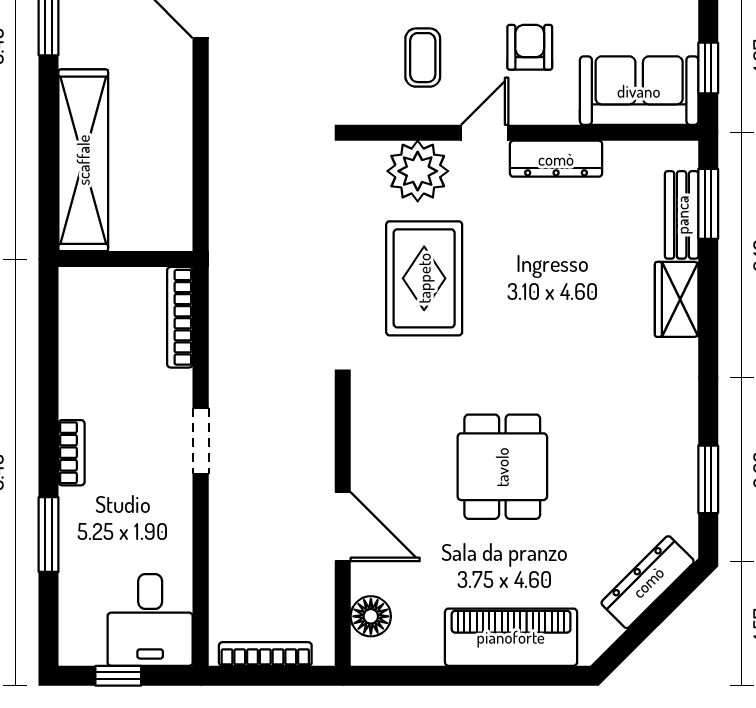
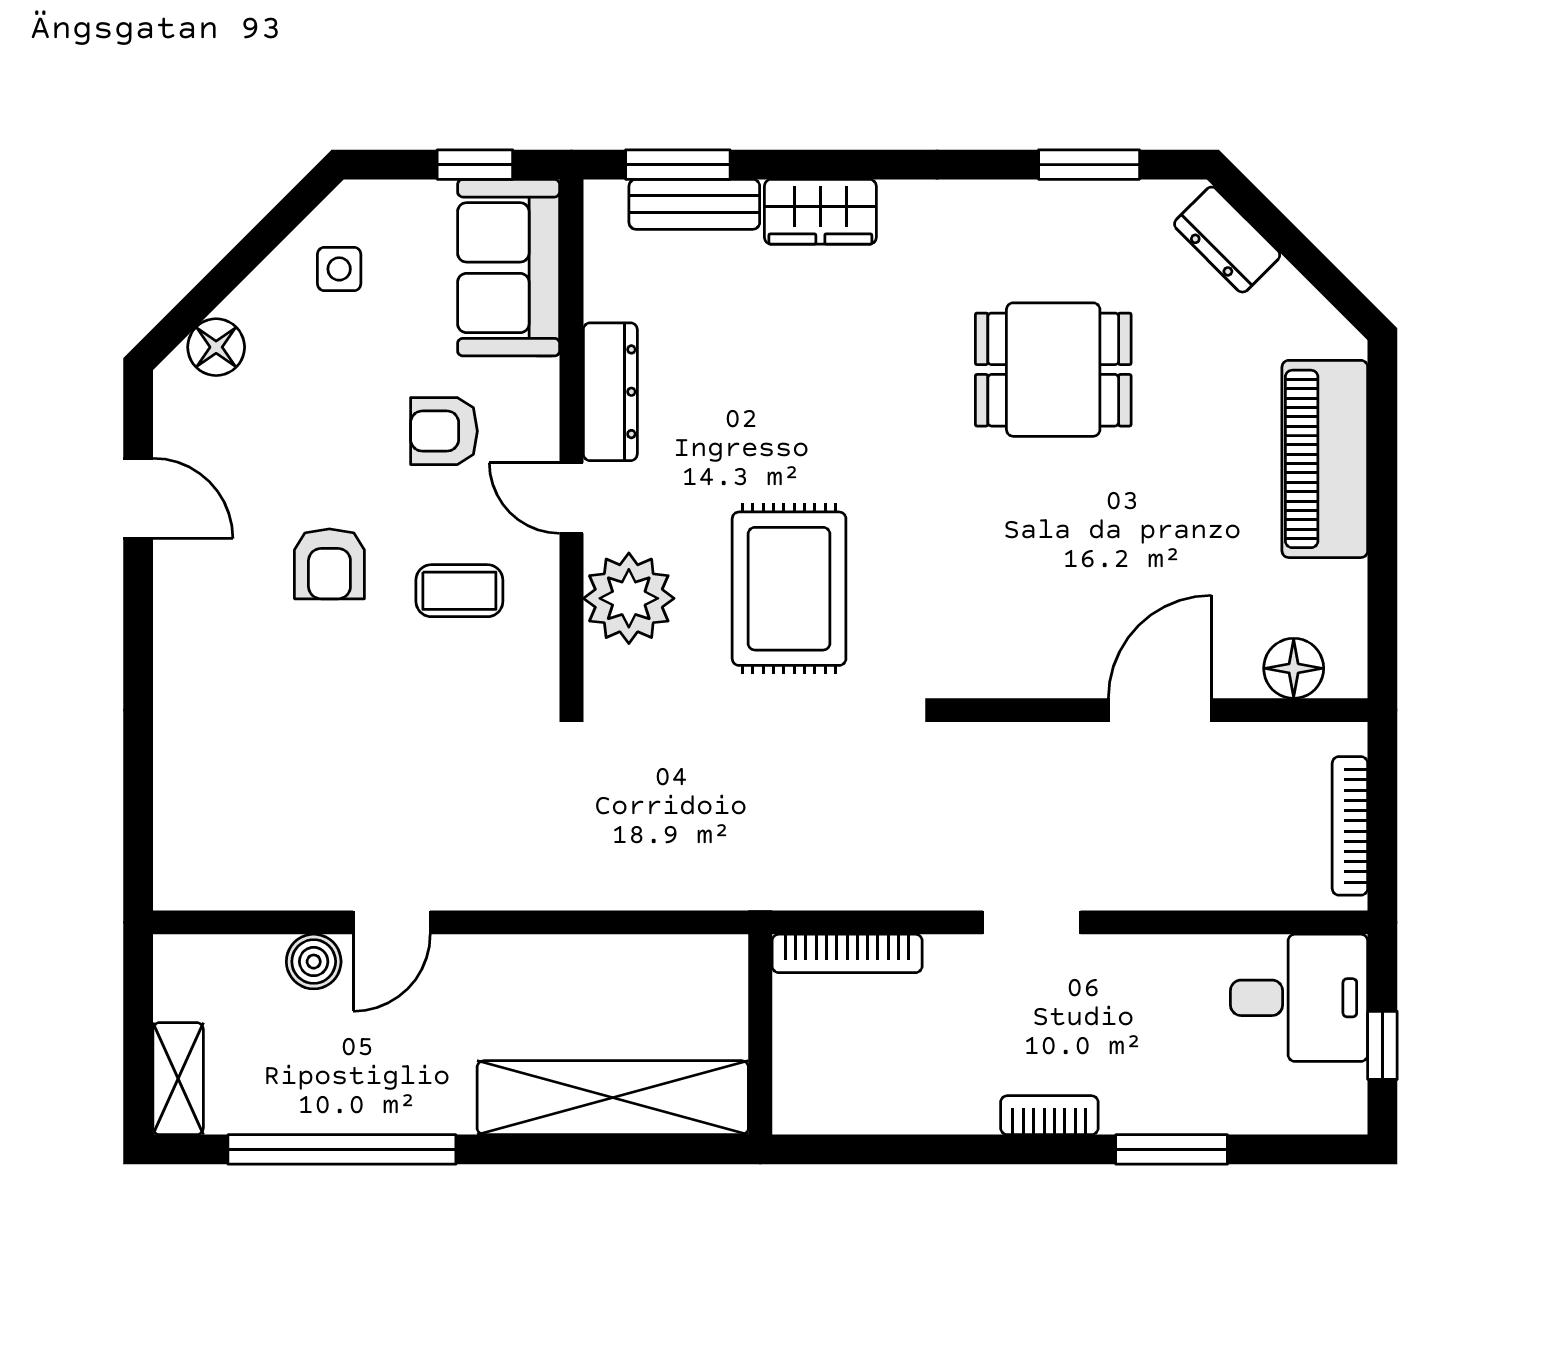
rug: (424, 278) -> (789, 589), turned 90
dining table: (502, 467) -> (1053, 370), moved
dresser: (648, 582) -> (1227, 240), width x0.70

